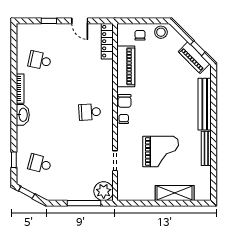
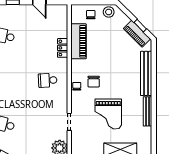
locker: (107, 41) -> (63, 48), moved, width x0.66
chair: (125, 101) -> (94, 82), moved
grand piano: (161, 152) -> (108, 114), turned 90

